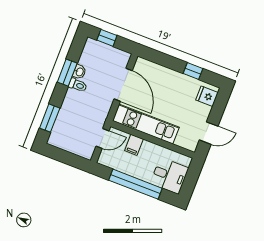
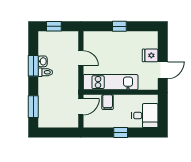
window: (193, 71) -> (119, 26), moved
door: (123, 85) -> (81, 58), width x0.53
fridge: (207, 96) -> (150, 55), moved
window: (135, 184) -> (121, 133), width x0.32

